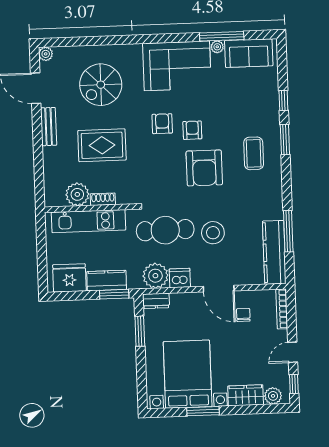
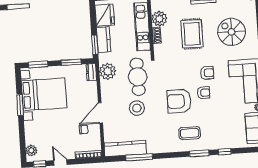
dishwasher: (180, 278) -> (107, 87), removed
window: (142, 382) -> (38, 64), added
wardrobe: (246, 395) -> (31, 133), removed

